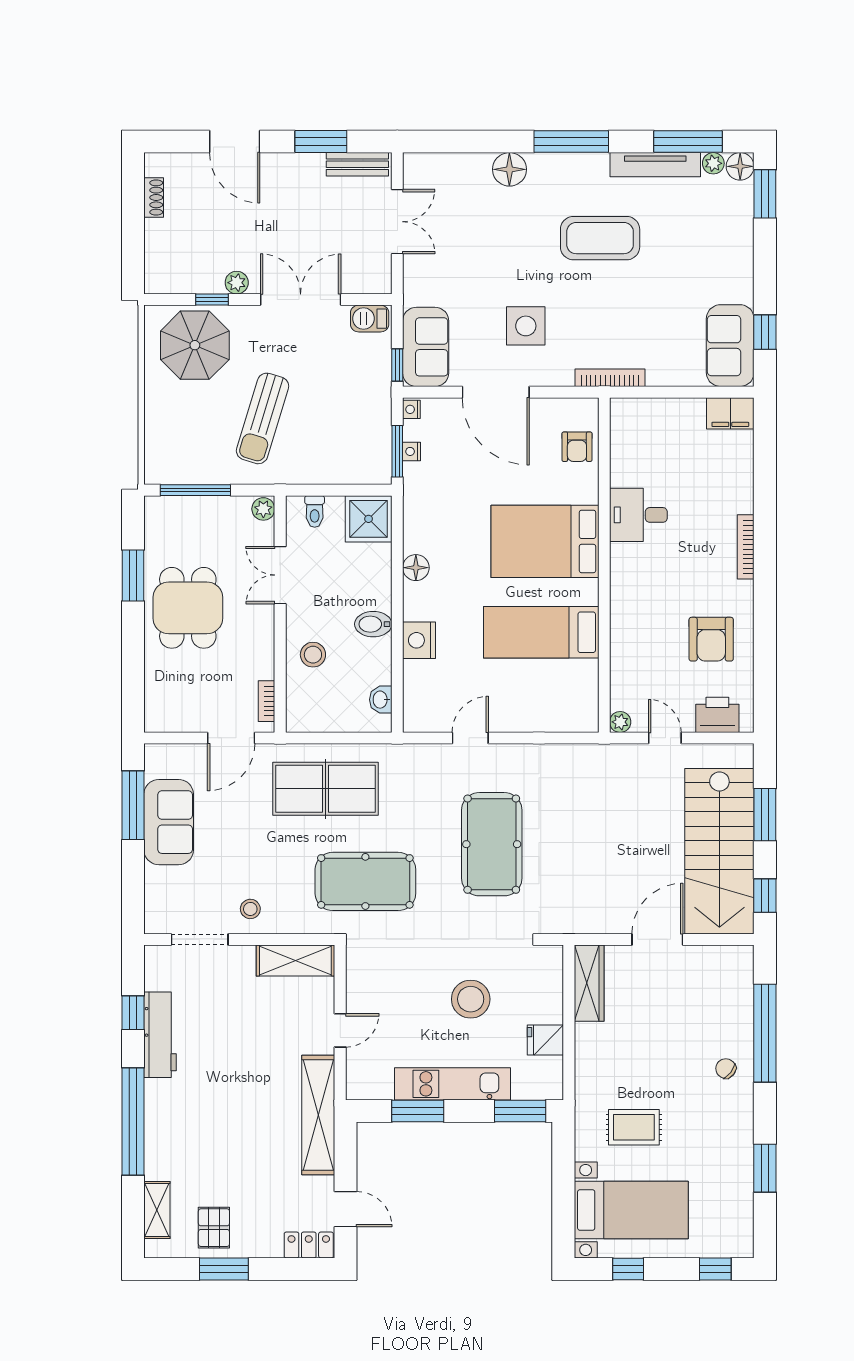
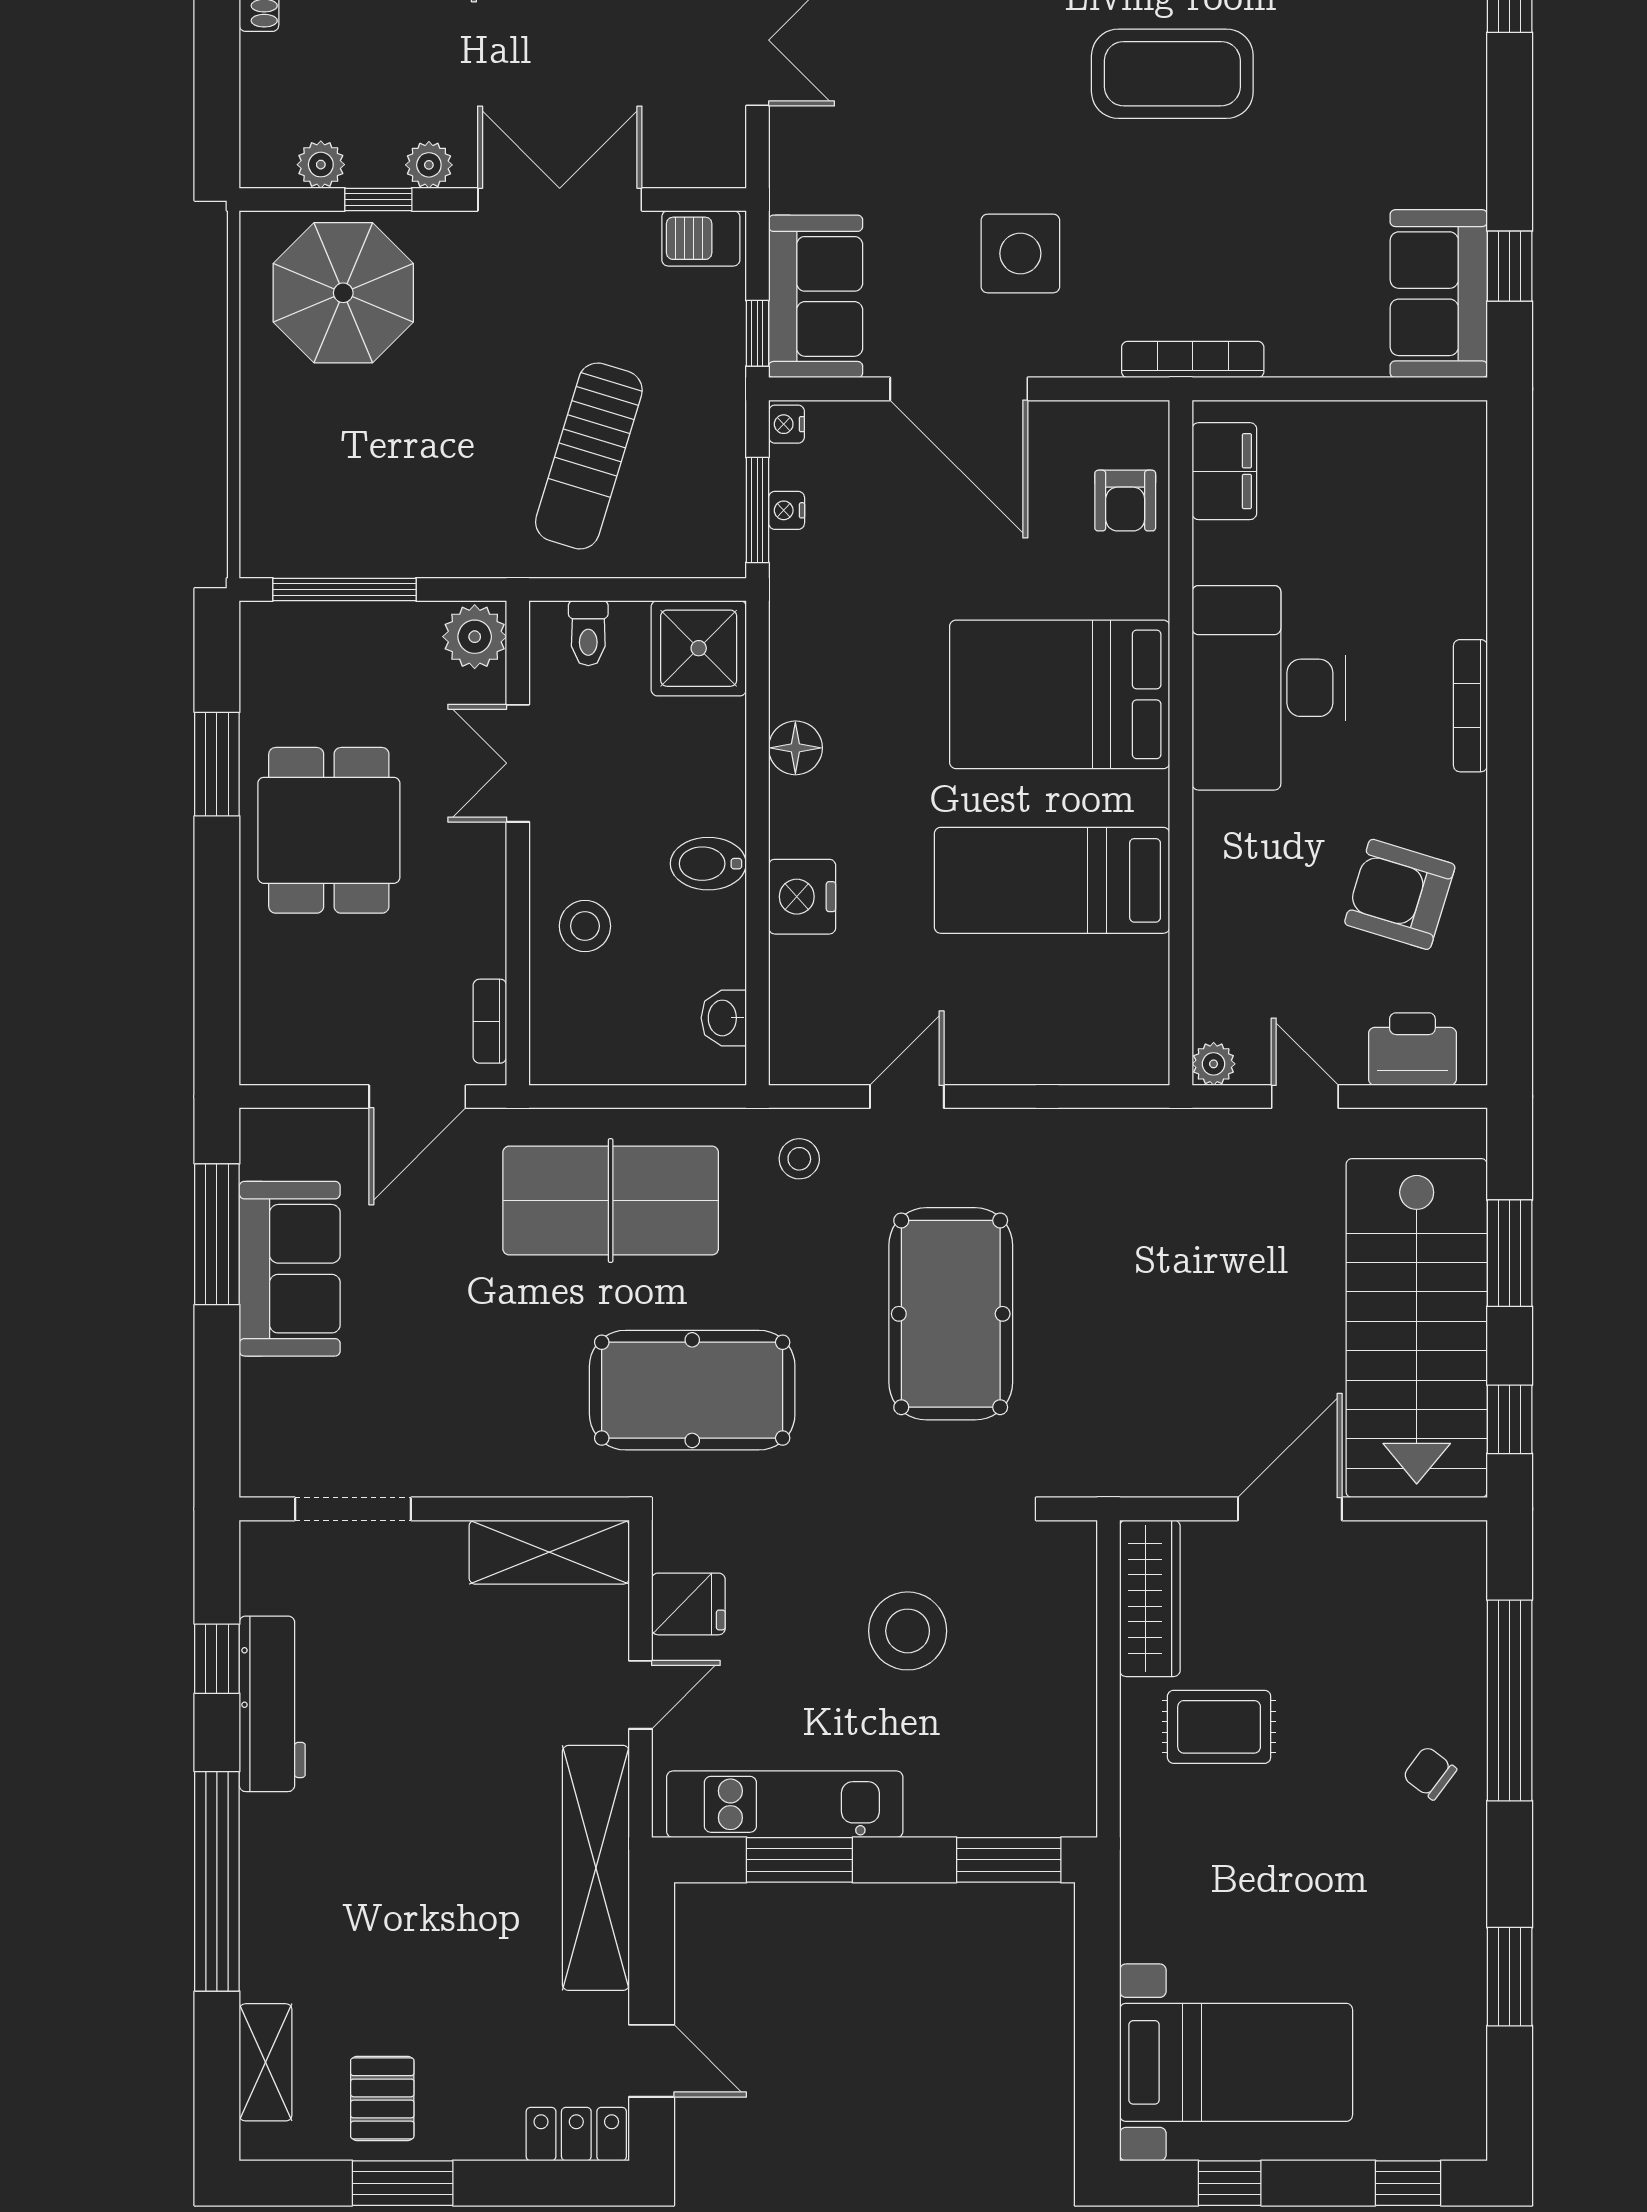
plant: (184, 282) -> (321, 165), added
filing cabinet: (730, 413) -> (1224, 471), moved, turned -90
sun lounger: (263, 418) -> (589, 456), moved
plant: (263, 509) -> (475, 637), width x1.38, depth x1.38
desk: (638, 515) -> (1269, 688), width x1.87, depth x1.30
armchair: (711, 639) -> (1400, 894), turned 107
stool: (250, 909) -> (799, 1159), moved
fridge: (545, 1040) -> (688, 1604), moved, turned 180
kitchen unit: (452, 1084) -> (785, 1804), moved
rug: (634, 1127) -> (1219, 1727), moved

